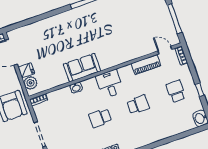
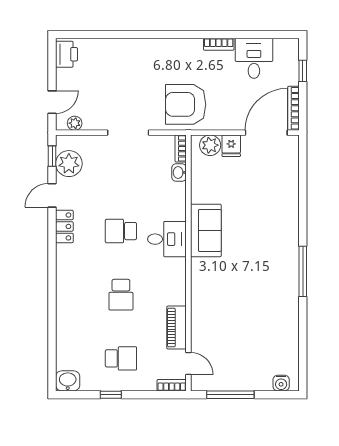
door: (165, 50) -> (188, 364), hinge flipped
desk: (110, 84) -> (167, 239), moved
washbasin: (76, 88) -> (179, 172), moved
school desk: (100, 118) -> (121, 231), turned -90

